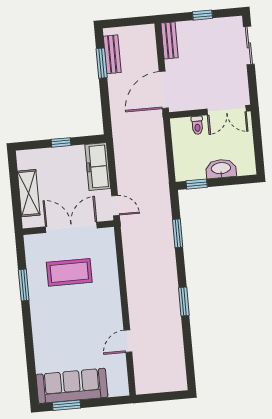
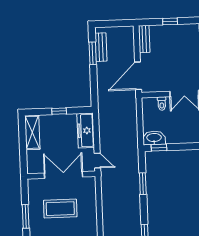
washbasin: (221, 169) -> (154, 138), moved
shelving: (29, 193) -> (32, 132), moved

